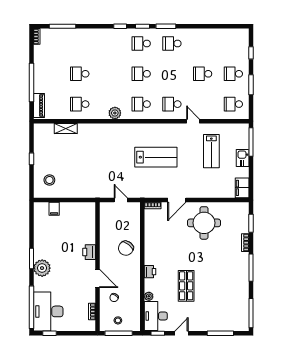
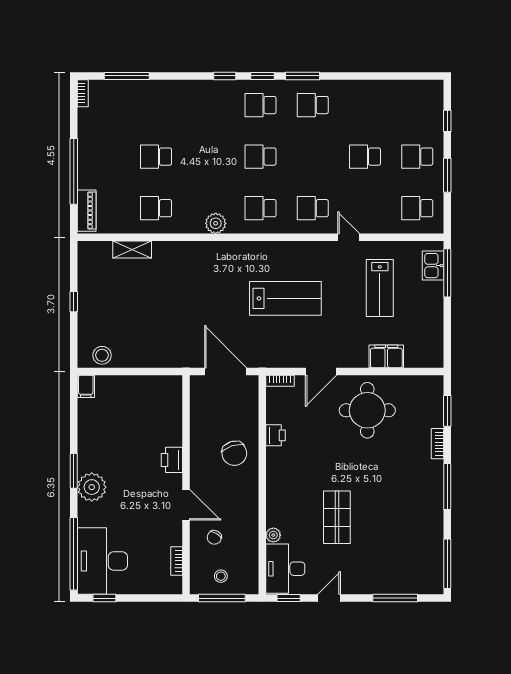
kitchen sink: (243, 158) -> (433, 266), moved
stool: (49, 180) -> (102, 355), moved
filing cabinet: (242, 188) -> (386, 356), moved, turned 90
door: (121, 200) -> (226, 371), width x1.87
filing cabinet: (54, 209) -> (86, 386), moved
chair: (126, 248) -> (234, 453), turned -56
printer: (150, 272) -> (275, 435), moved

